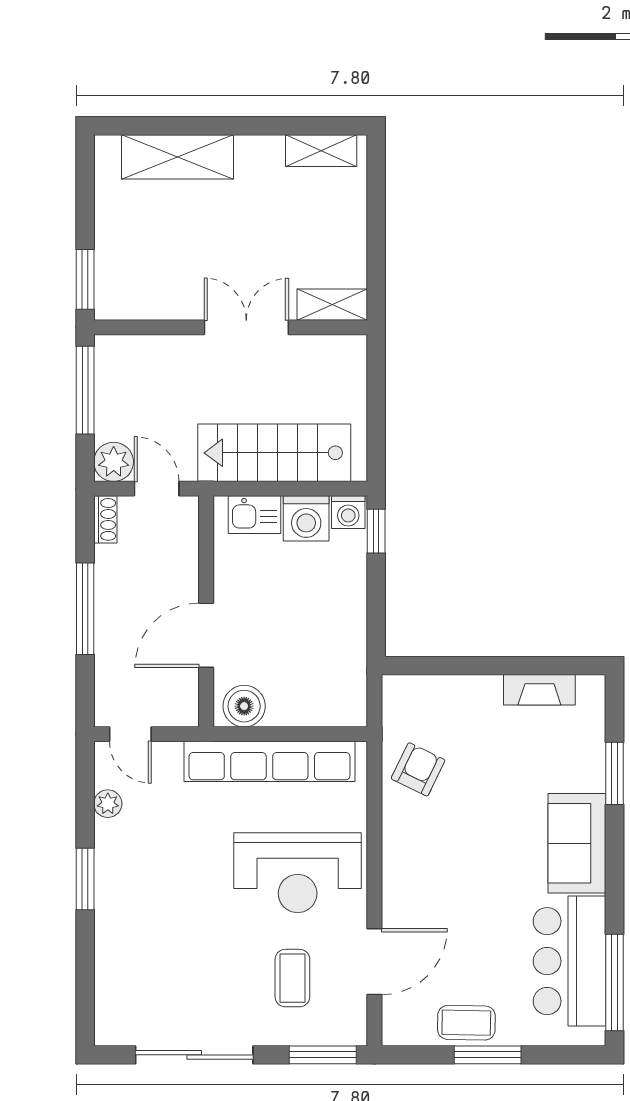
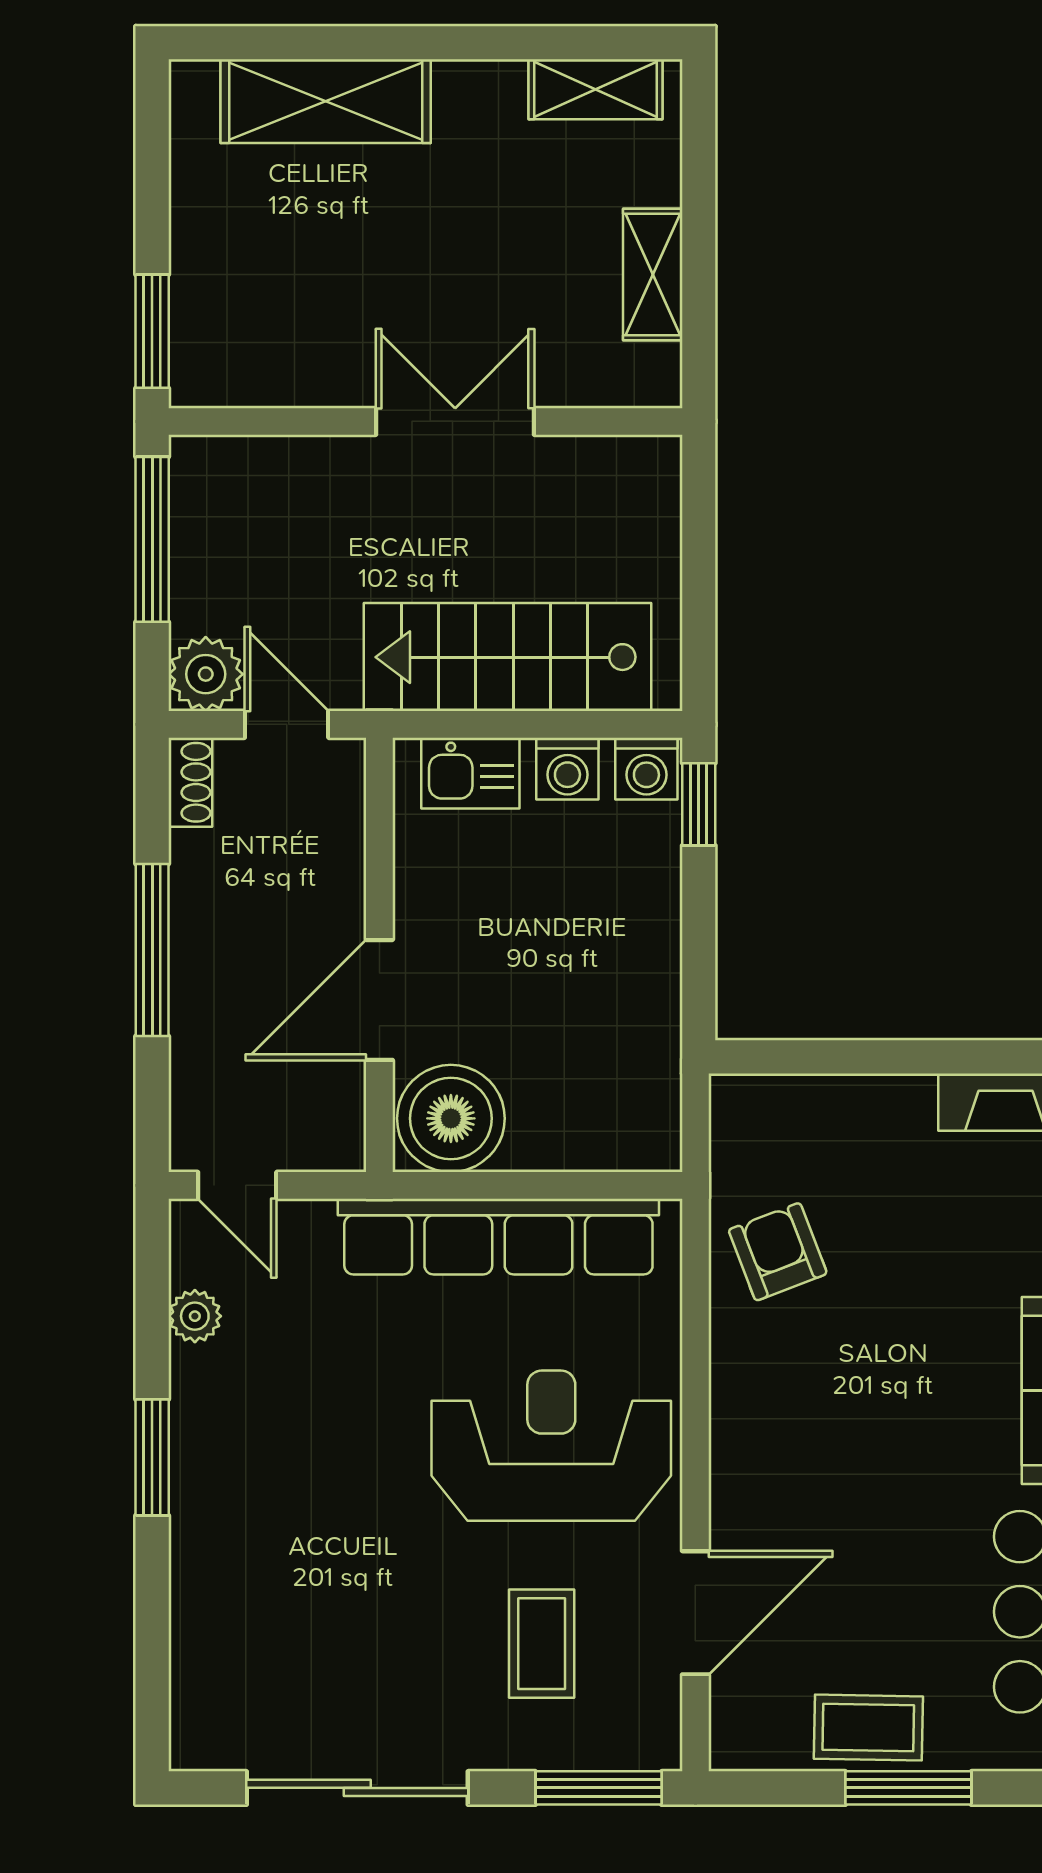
shelving: (332, 305) -> (653, 274), moved, turned 90
washing machine: (306, 518) -> (567, 769), width x0.73, depth x0.73
boiler: (244, 706) -> (451, 1118), width x1.37, depth x1.37
armchair: (418, 769) -> (778, 1252), turned -47
reception desk: (298, 873) -> (551, 1446), turned 180

